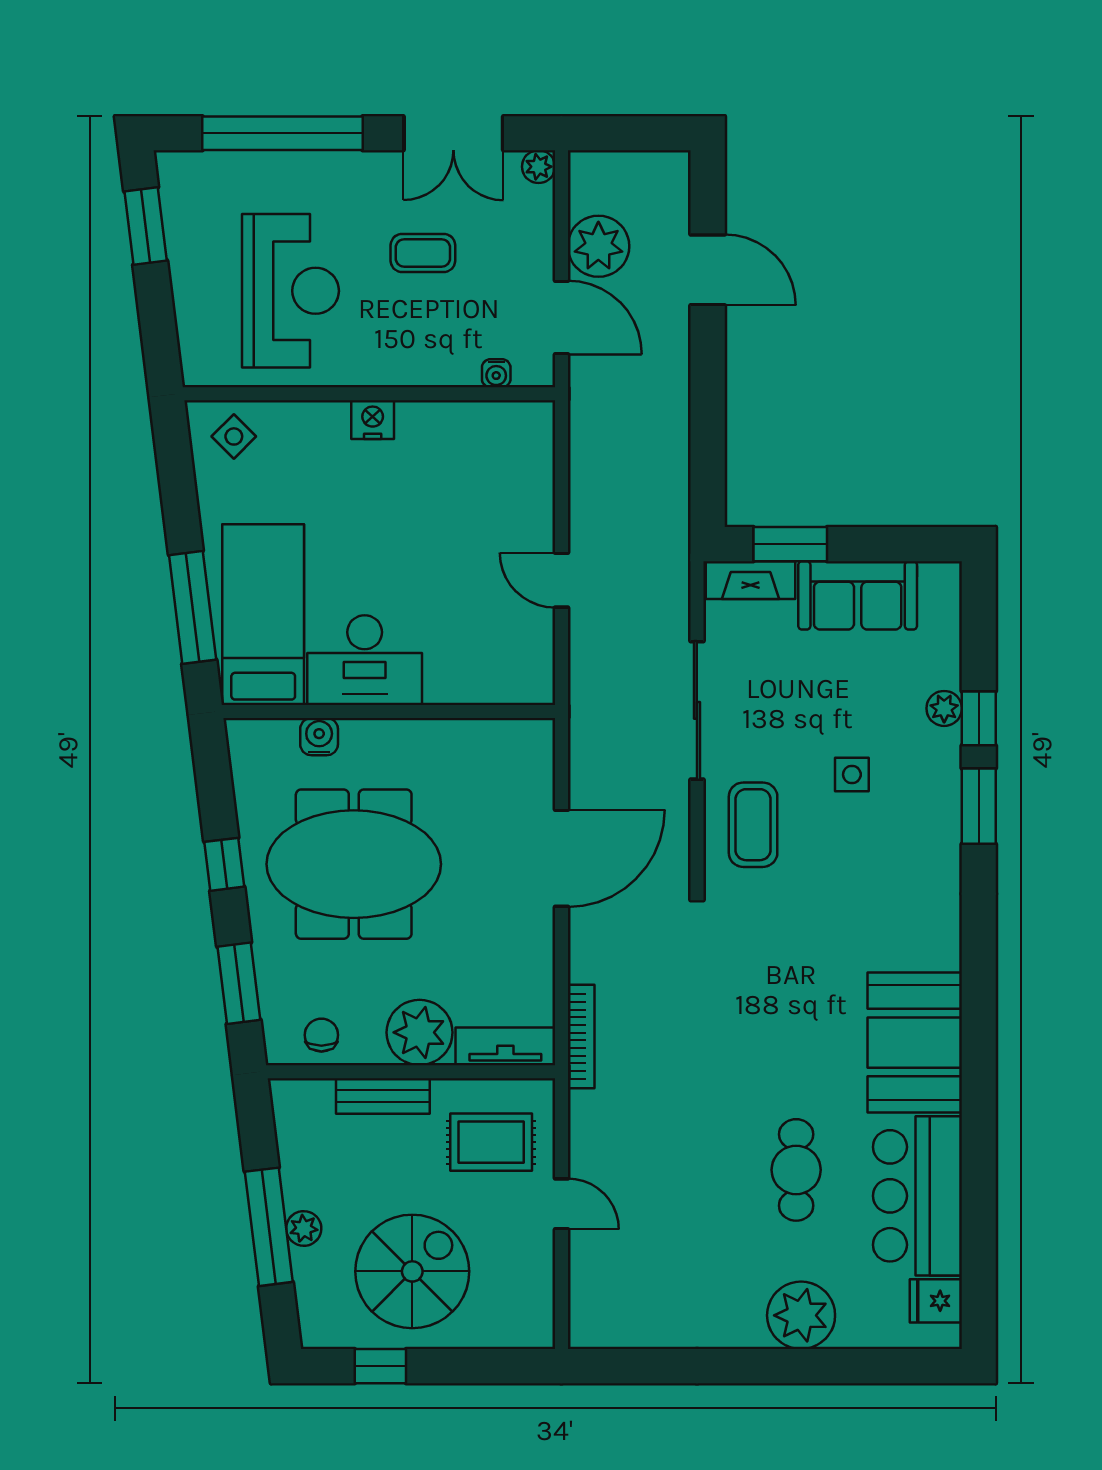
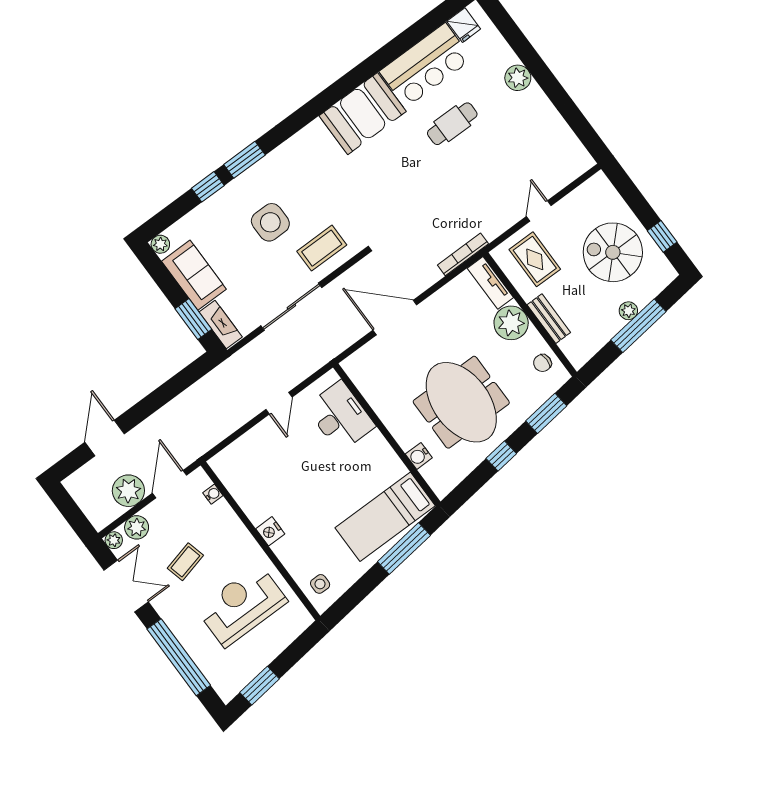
plant: (532, 217) -> (137, 527), added
coffee table: (423, 253) -> (185, 562), turned 76
side table: (234, 436) -> (320, 584), turned 45
desk: (365, 660) -> (340, 416), moved
plant: (944, 708) -> (160, 244), moved
side table: (852, 775) -> (270, 222), width x1.87, depth x1.87
plant: (801, 1315) -> (518, 78), width x0.73, depth x0.73

